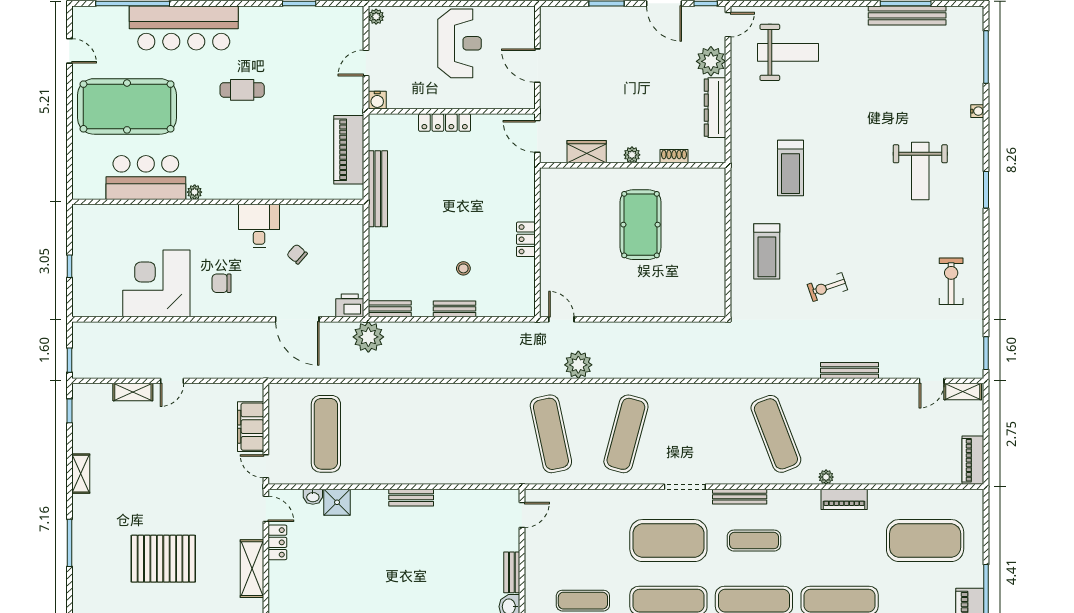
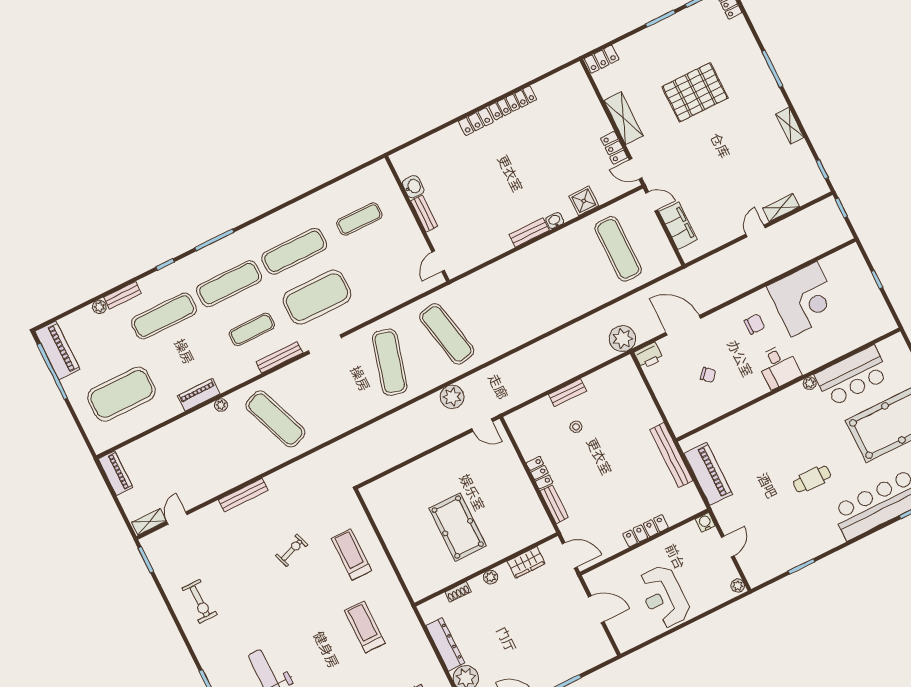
desk: (259, 226) -> (779, 366), moved
bench: (390, 309) -> (554, 504), moved, turned 90
washbasin: (313, 497) -> (555, 221), moved

